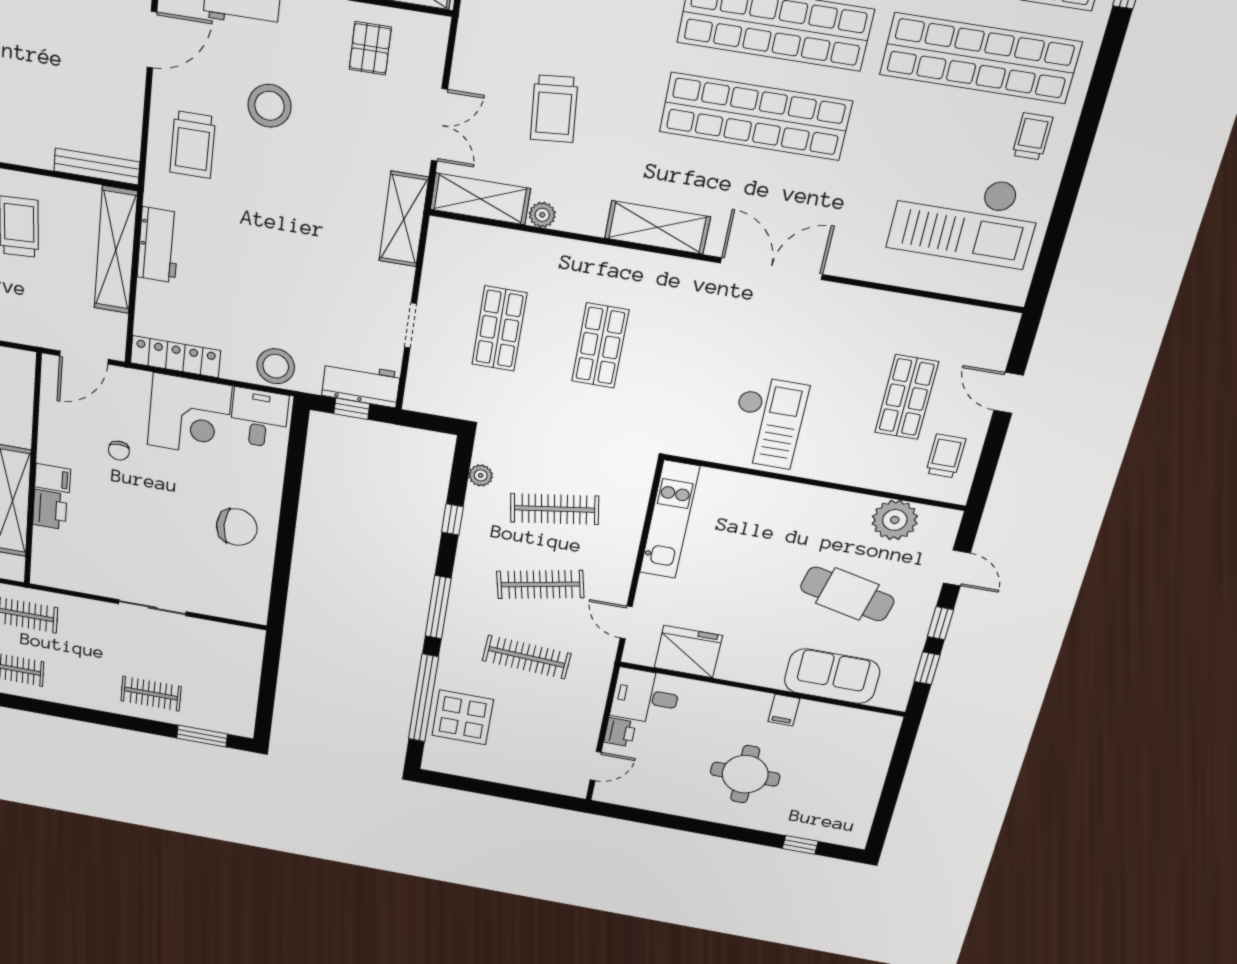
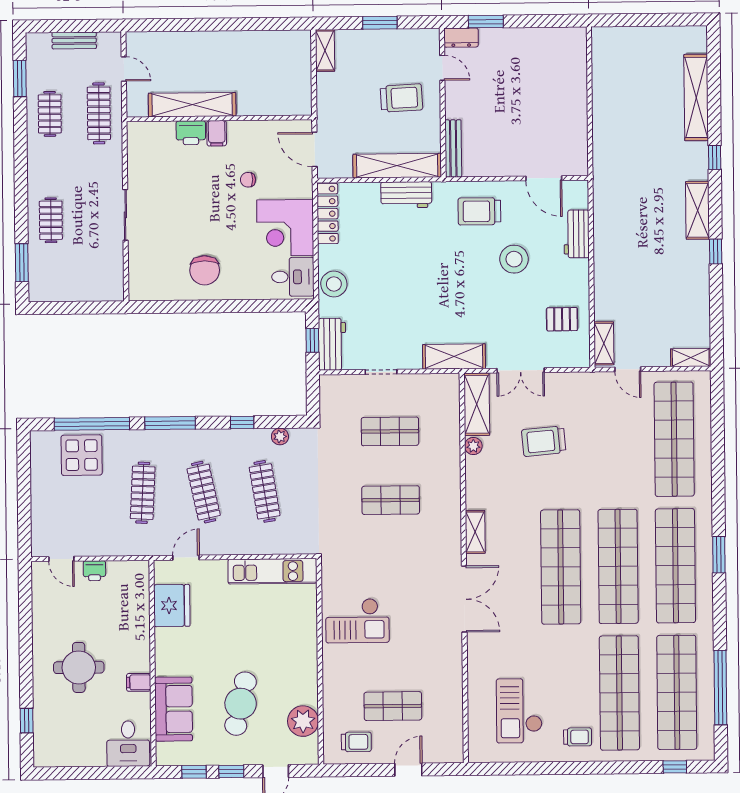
checkout: (965, 218) -> (519, 711), width x0.73, depth x0.83
shelving: (657, 227) -> (475, 532), width x0.67, depth x0.75
desk: (645, 697) -> (128, 744), moved, turned 180

